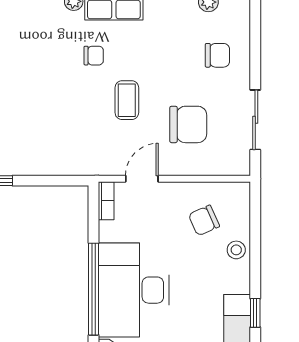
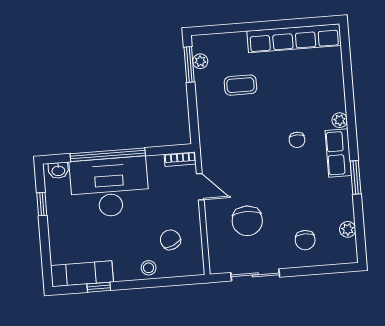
coffee table: (127, 100) -> (240, 85), moved

